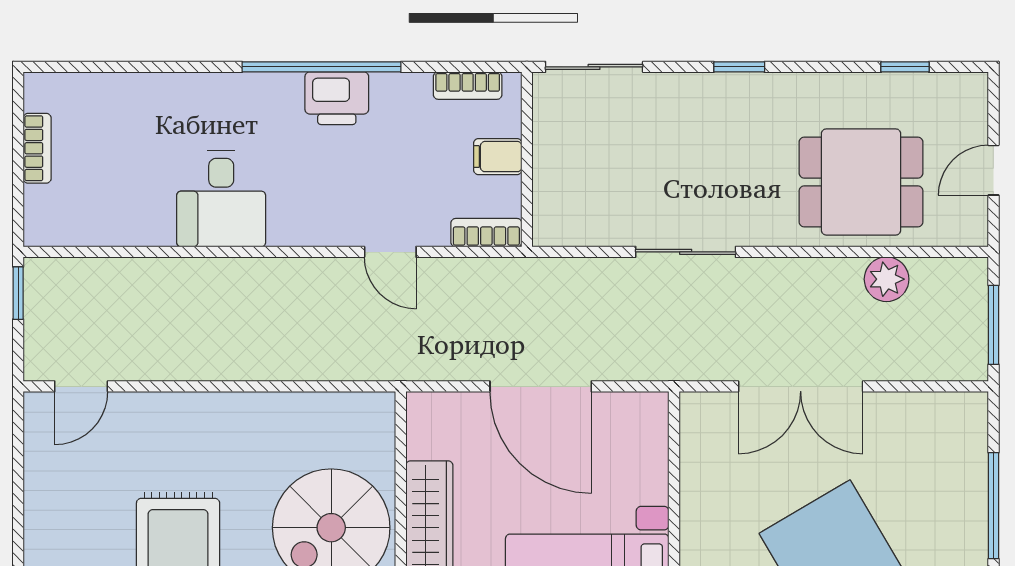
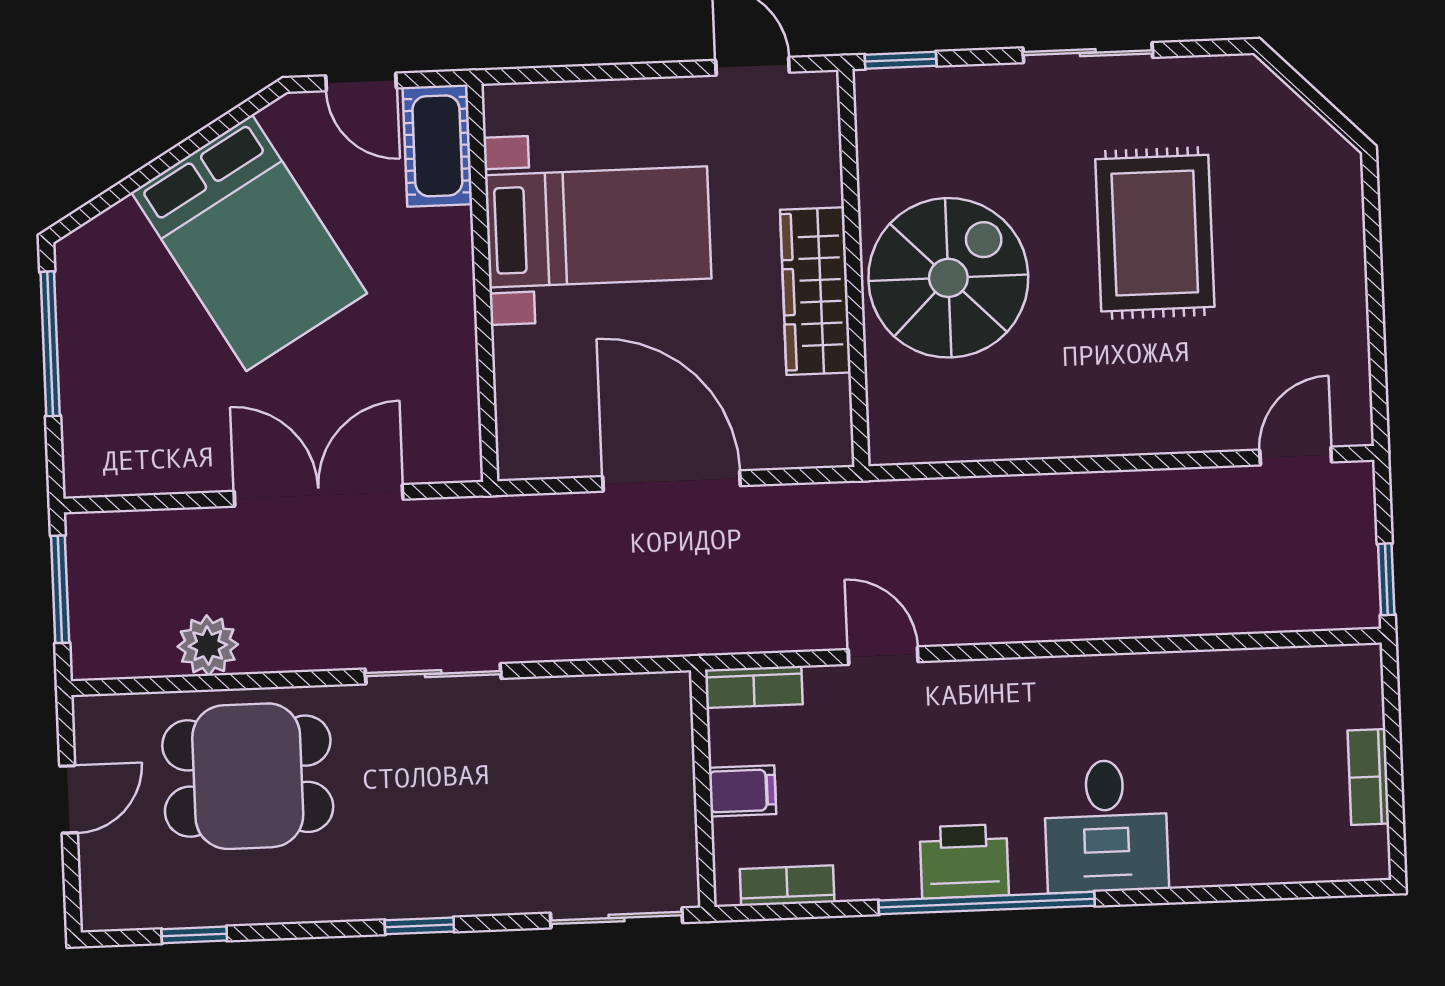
desk: (221, 199) -> (1106, 826), moved, turned 180
sliding door: (686, 252) -> (433, 674), moved

